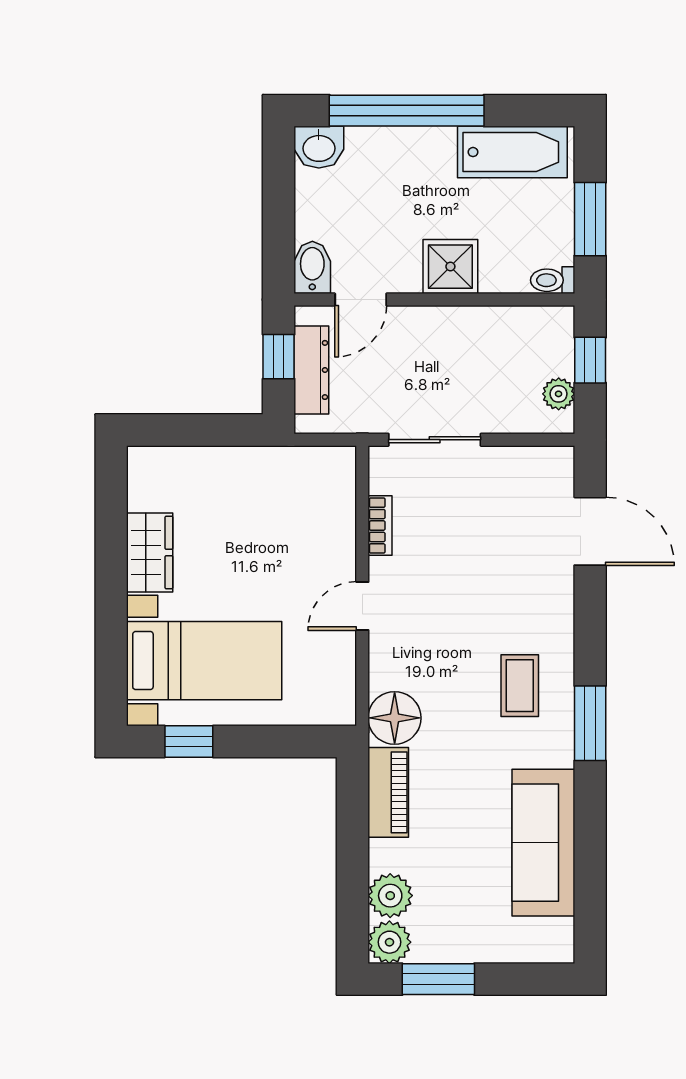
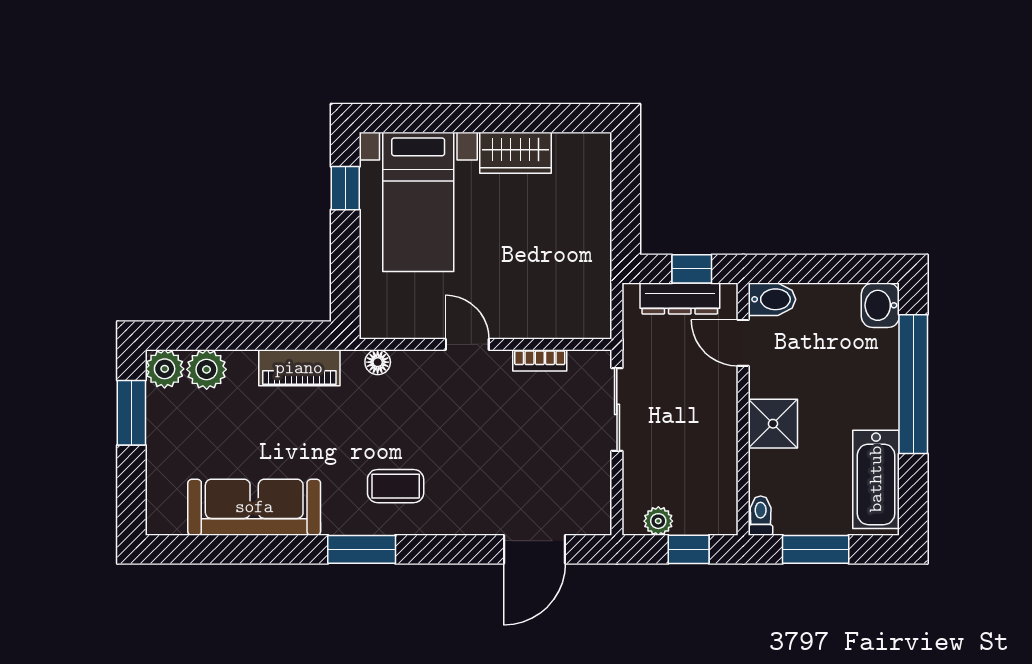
floor lamp: (395, 718) -> (378, 362), width x0.53, depth x0.53

